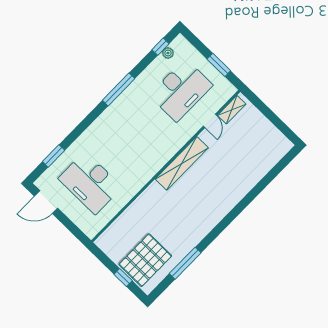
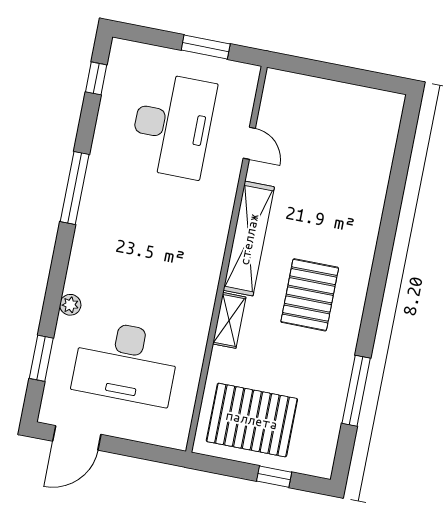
plant: (168, 53) -> (70, 305), moved
shelving: (232, 110) -> (229, 320), moved
pallet: (192, 207) -> (310, 295), added
pallet: (145, 260) -> (252, 420), moved, turned 90

